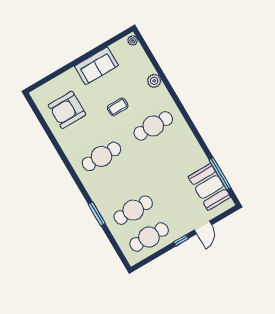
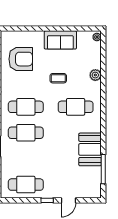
armchair: (67, 110) -> (21, 59), turned 180
booth: (209, 187) -> (90, 149), moved
cafe table: (133, 210) -> (26, 133), moved

